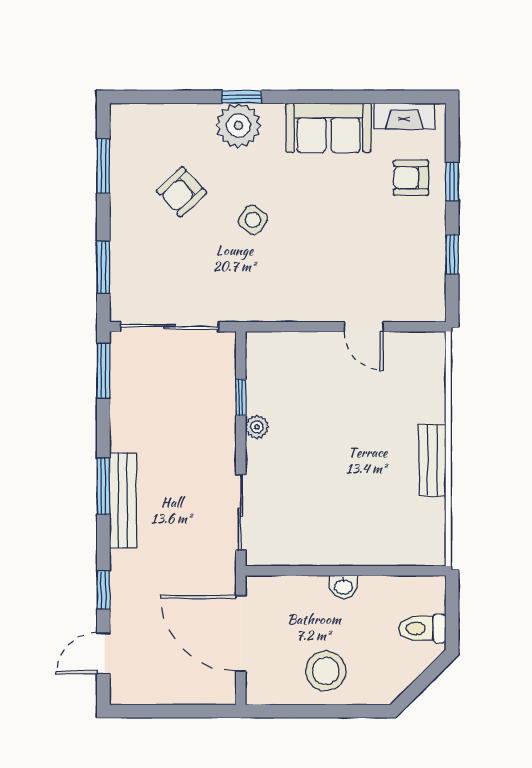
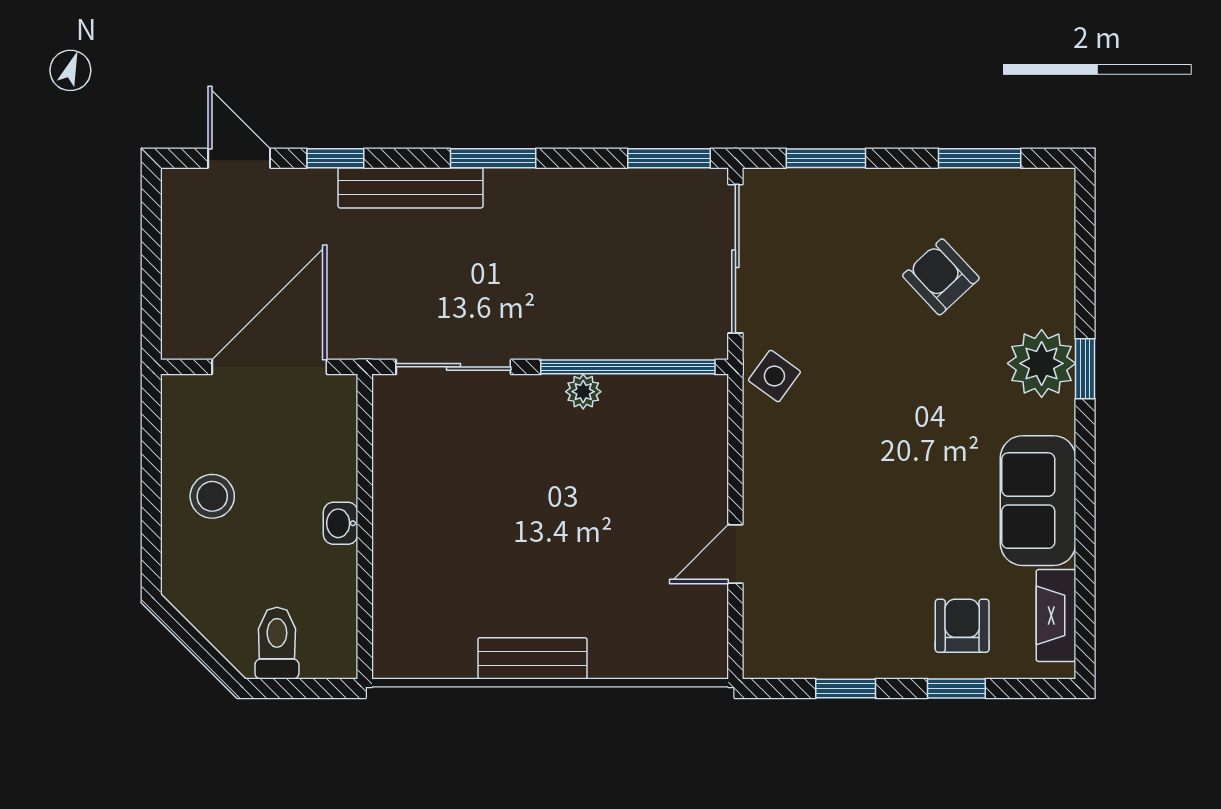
side table: (253, 220) -> (774, 376), moved
window: (241, 398) -> (628, 367), width x3.17
bench: (123, 501) -> (411, 188), moved
stool: (326, 671) -> (212, 496), width x0.73, depth x0.73

